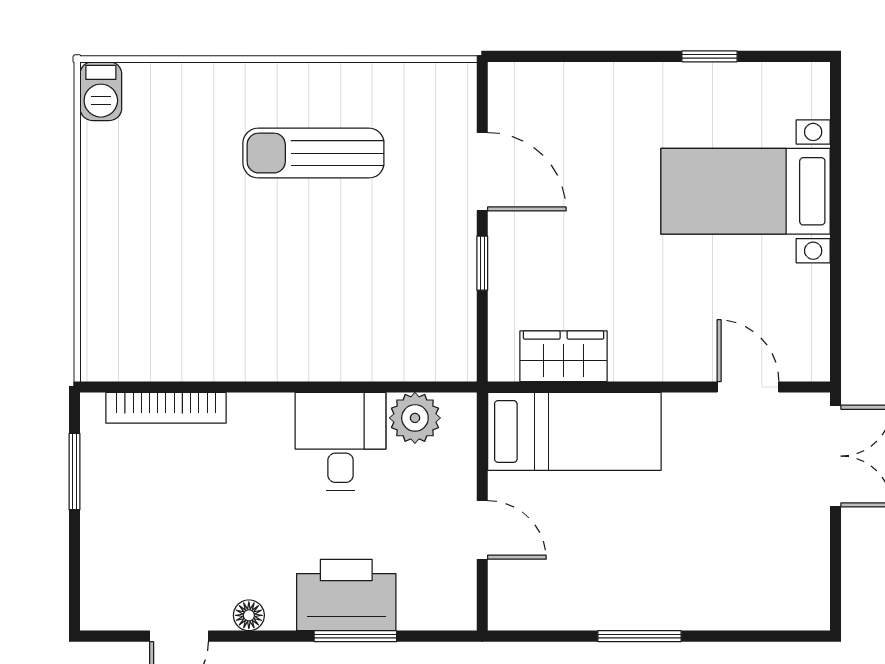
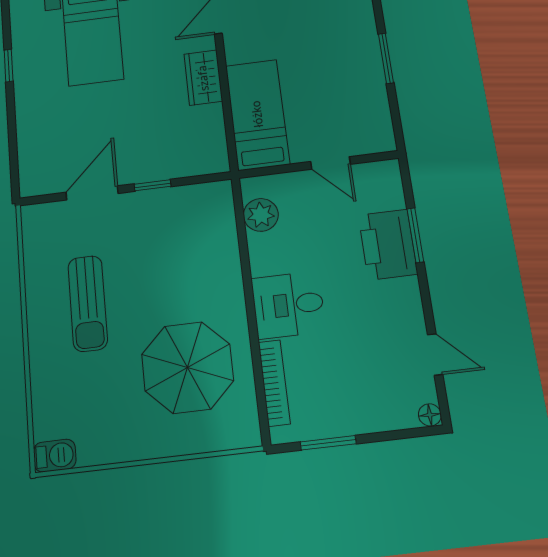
parasol: (202, 288) -> (188, 367), added
wardrobe: (564, 356) -> (203, 78), moved
desk: (341, 441) -> (288, 305), moved
door: (482, 530) -> (330, 163), swing flipped
floor lamp: (249, 615) -> (430, 415), moved

